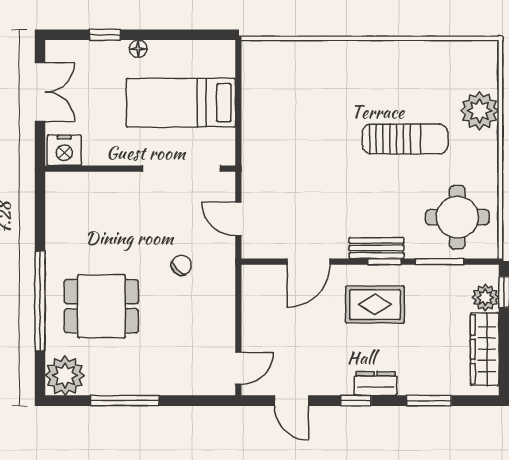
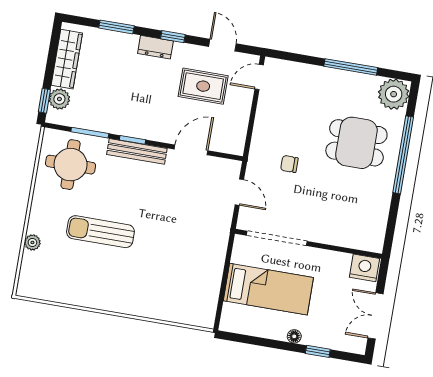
plant: (480, 111) -> (32, 242), width x0.53, depth x0.53
bench: (377, 248) -> (137, 151), width x1.36
chair: (181, 265) -> (289, 164), turned 45
rug: (375, 305) -> (203, 86), moved

